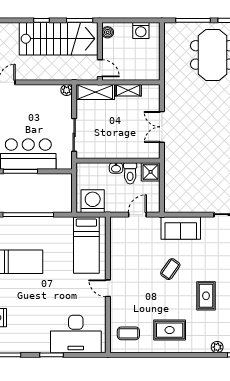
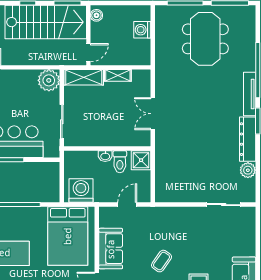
washing machine: (141, 30) -> (142, 30), moved, turned 90
door: (100, 68) -> (88, 53), hinge flipped
plant: (67, 90) -> (49, 80), width x1.87, depth x1.87
sofa: (181, 228) -> (111, 249), moved, turned -90
bed: (86, 245) -> (68, 236), width x1.50

